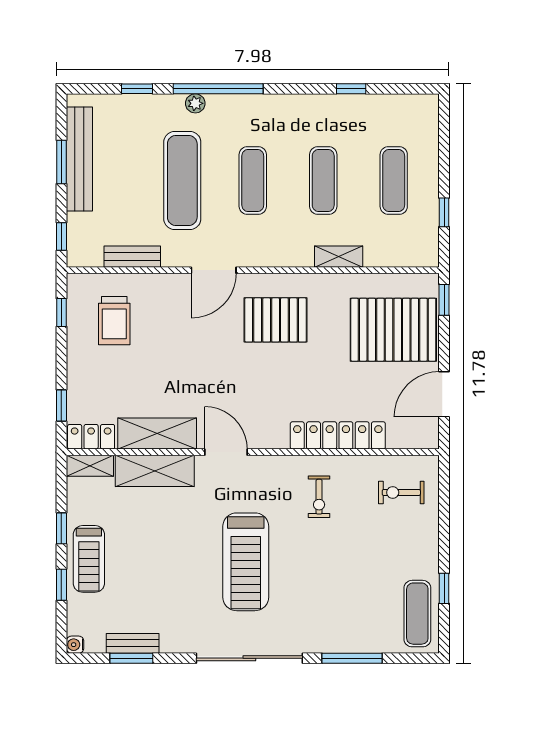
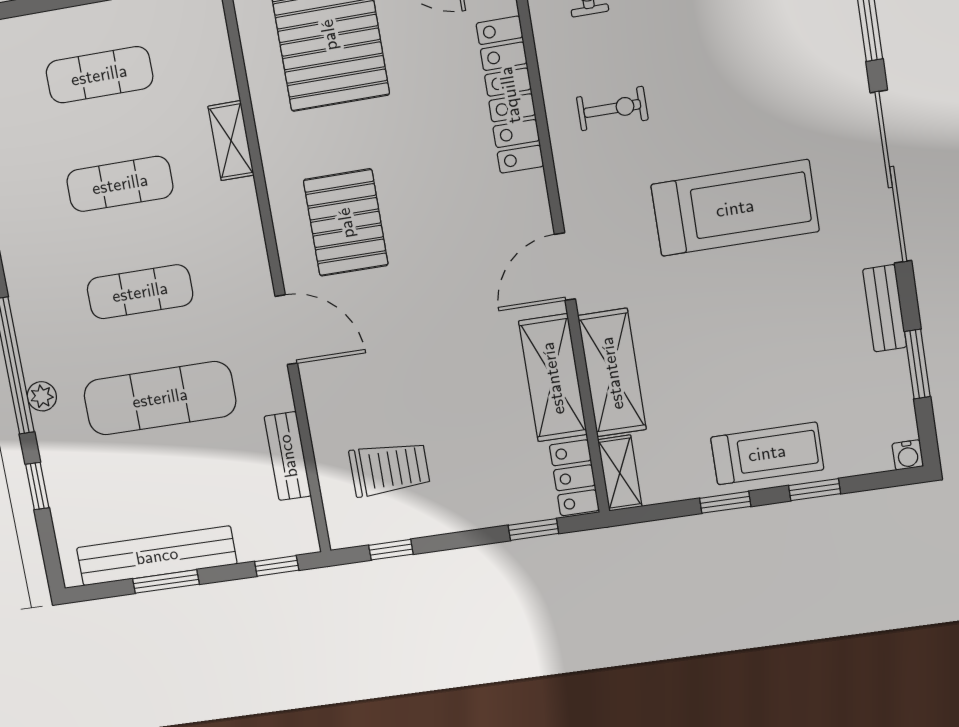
bench: (133, 643) -> (885, 308), moved

